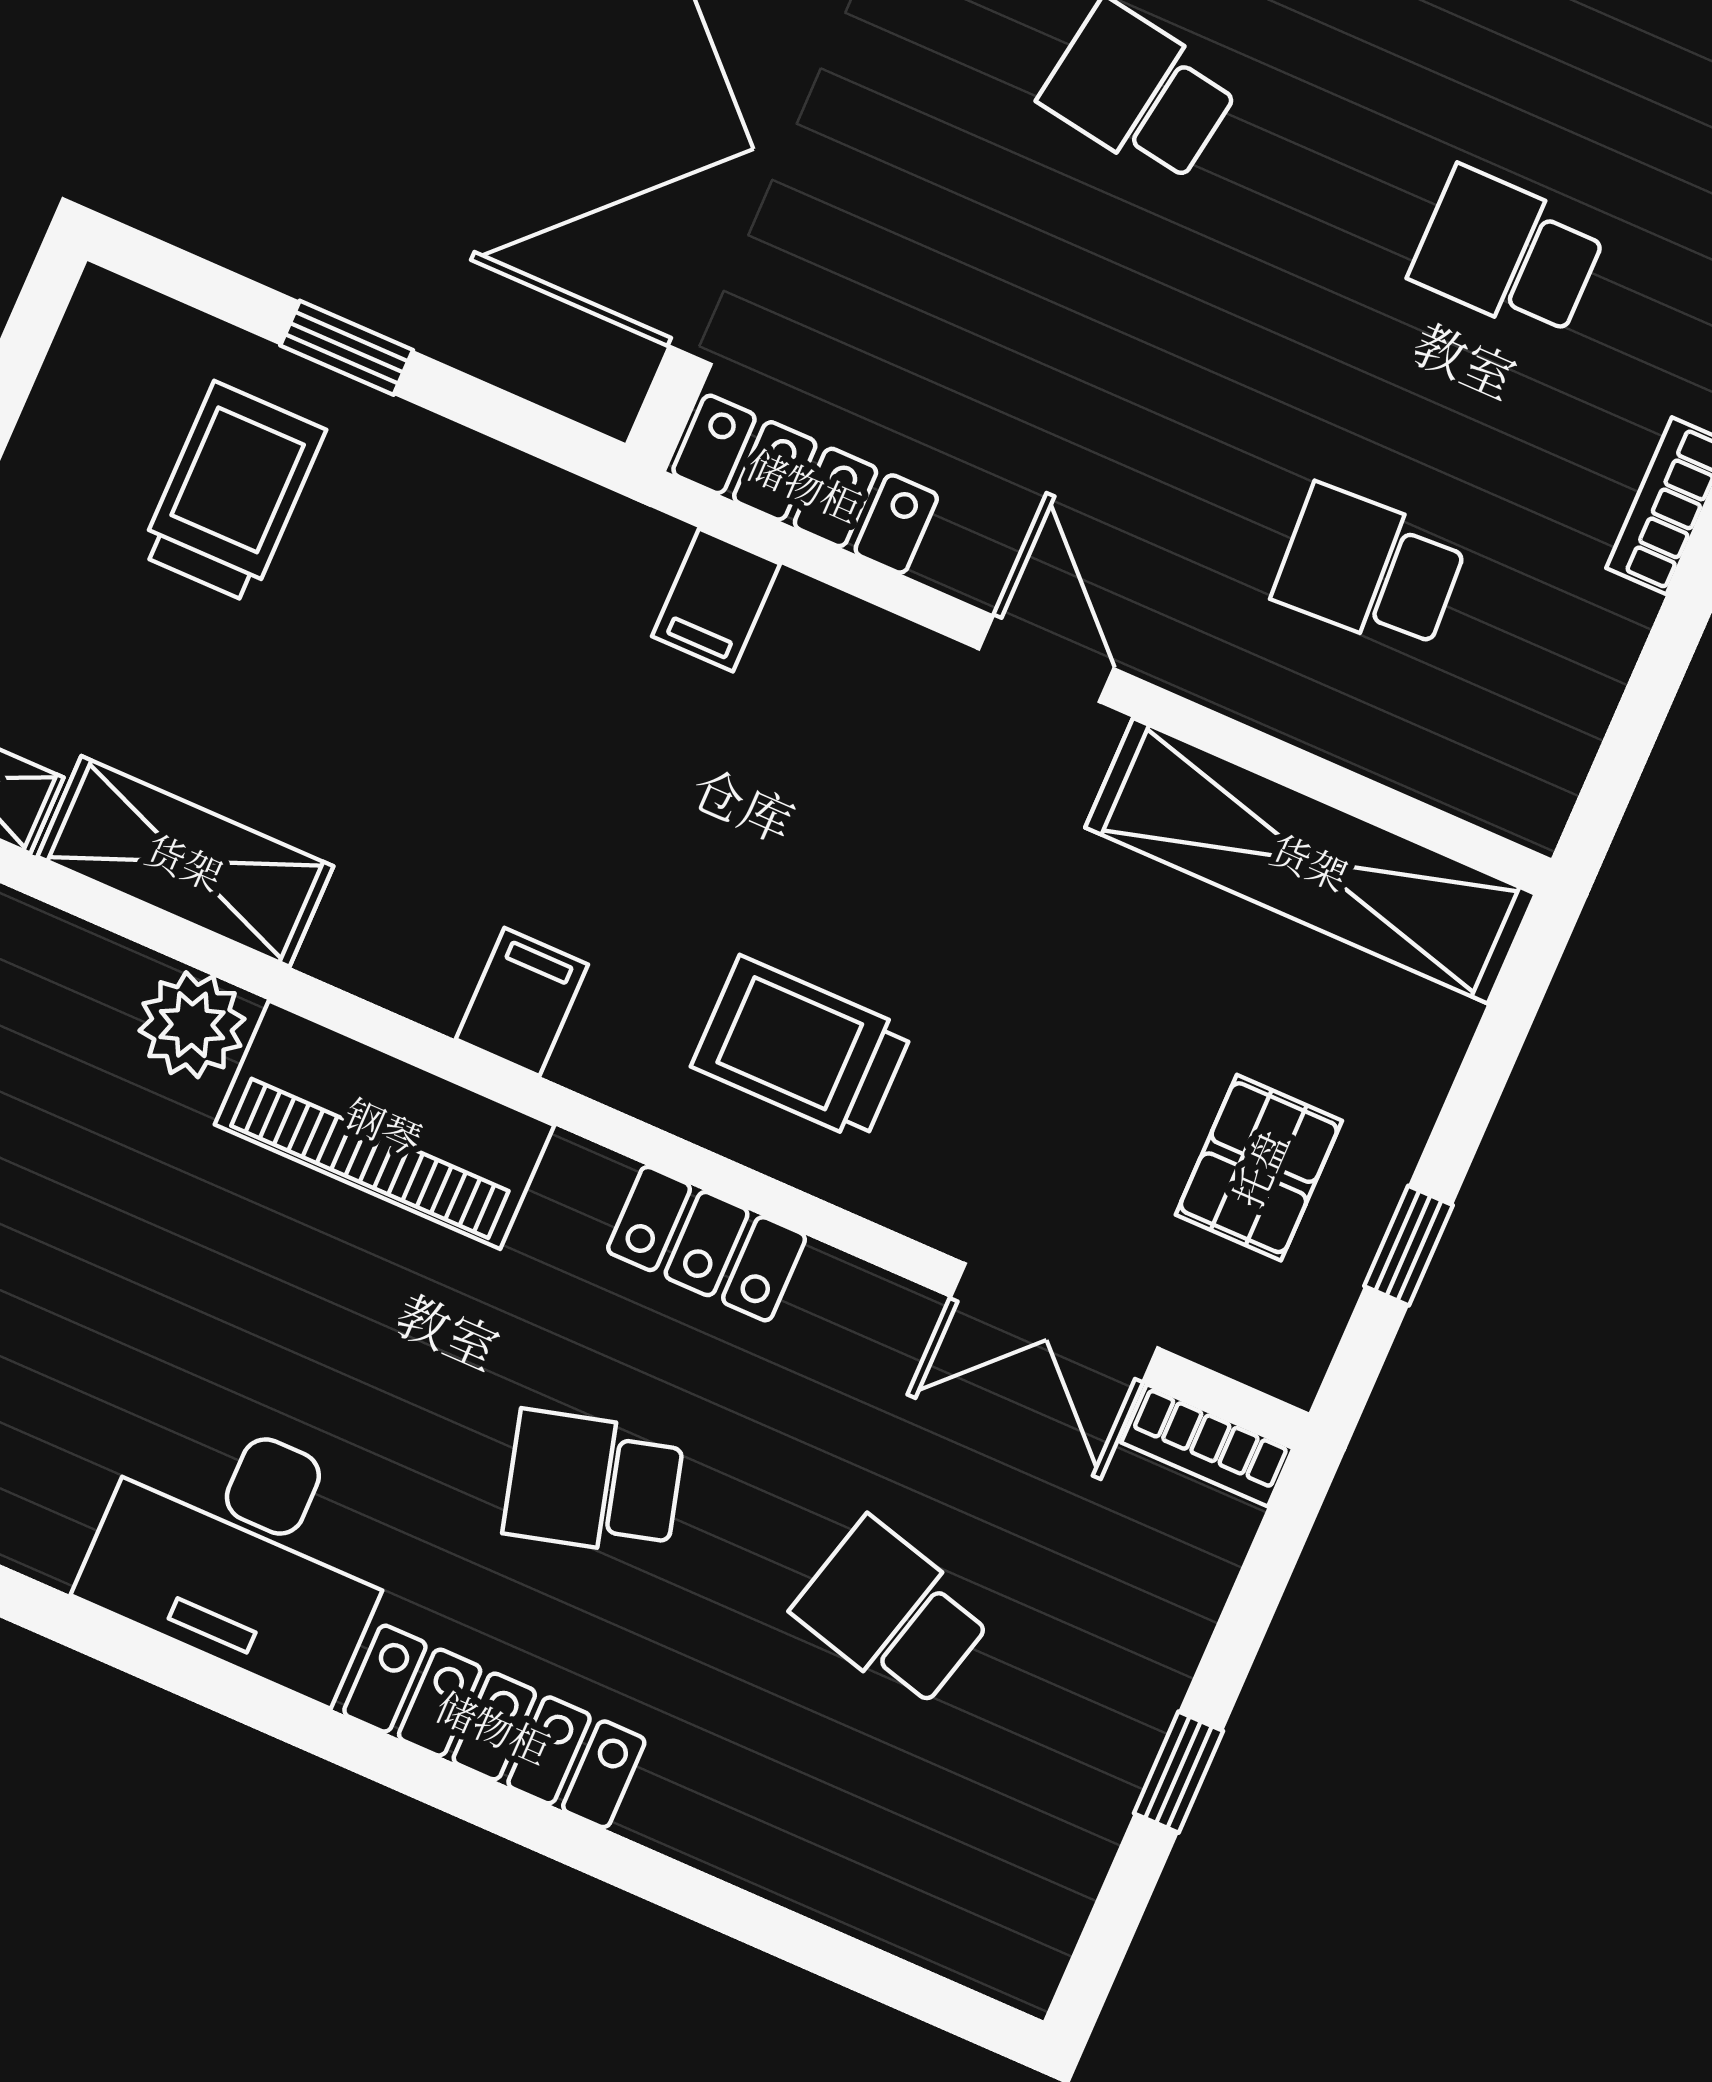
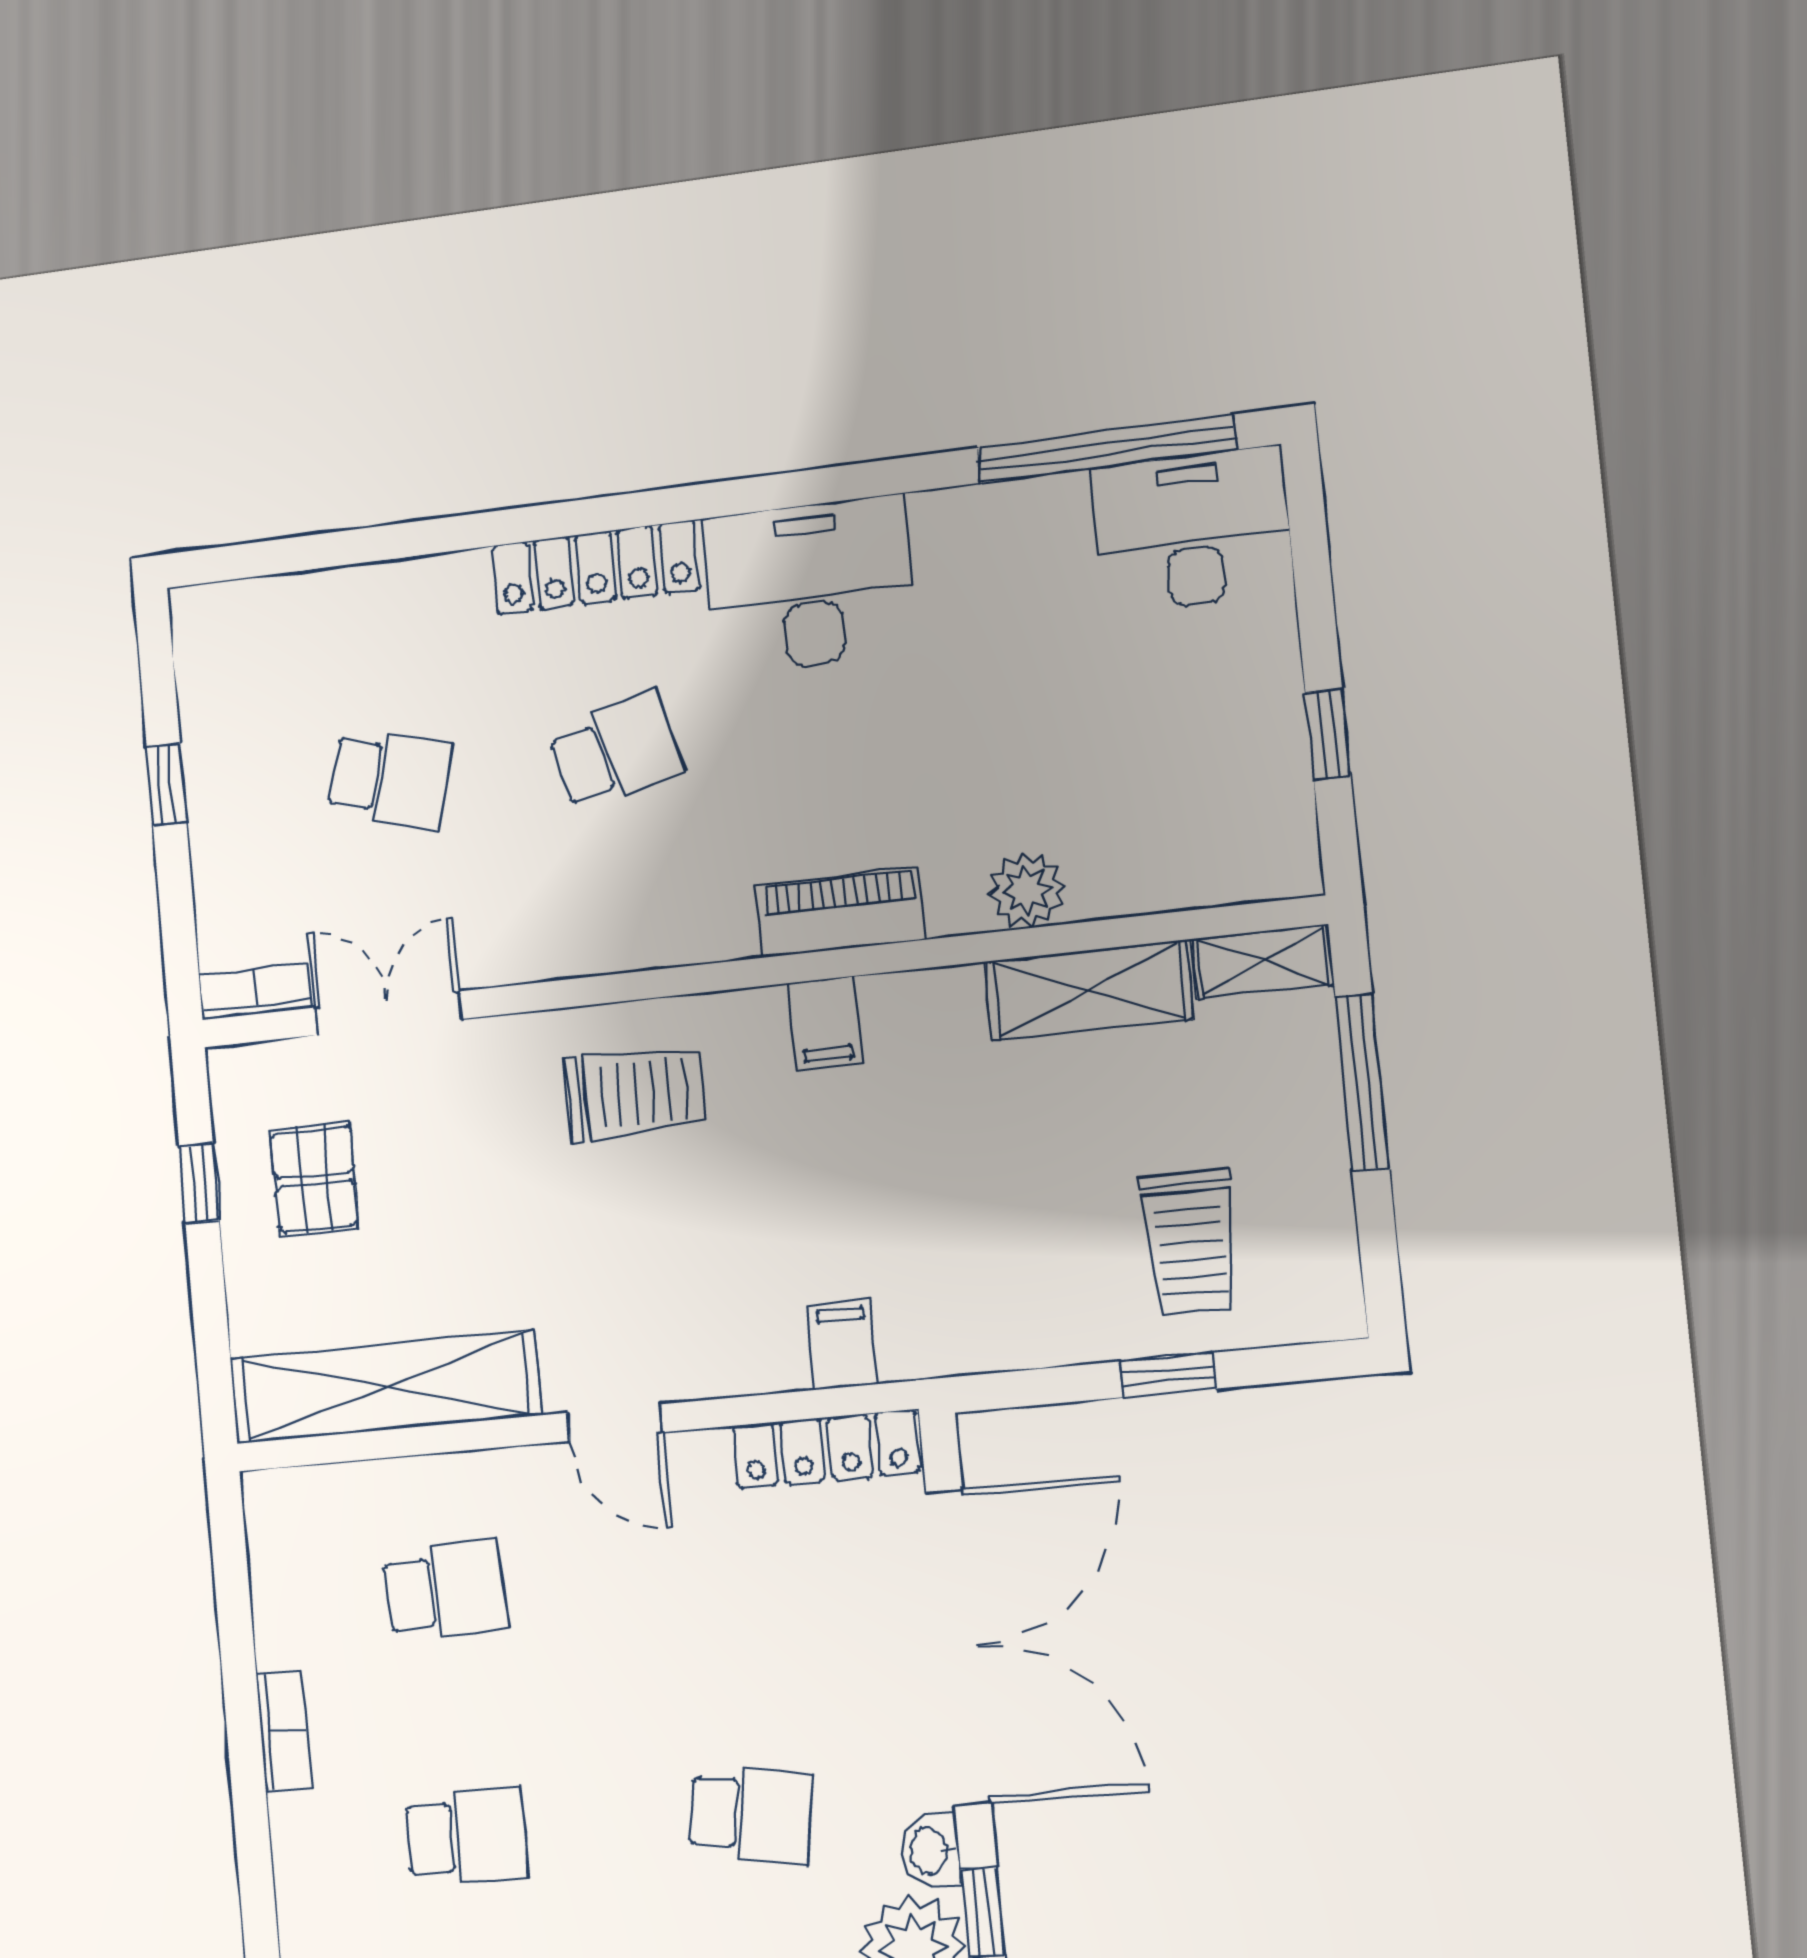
piano: (384, 1125) -> (841, 912), width x0.73, depth x0.75
locker: (707, 1244) -> (627, 939), removed

